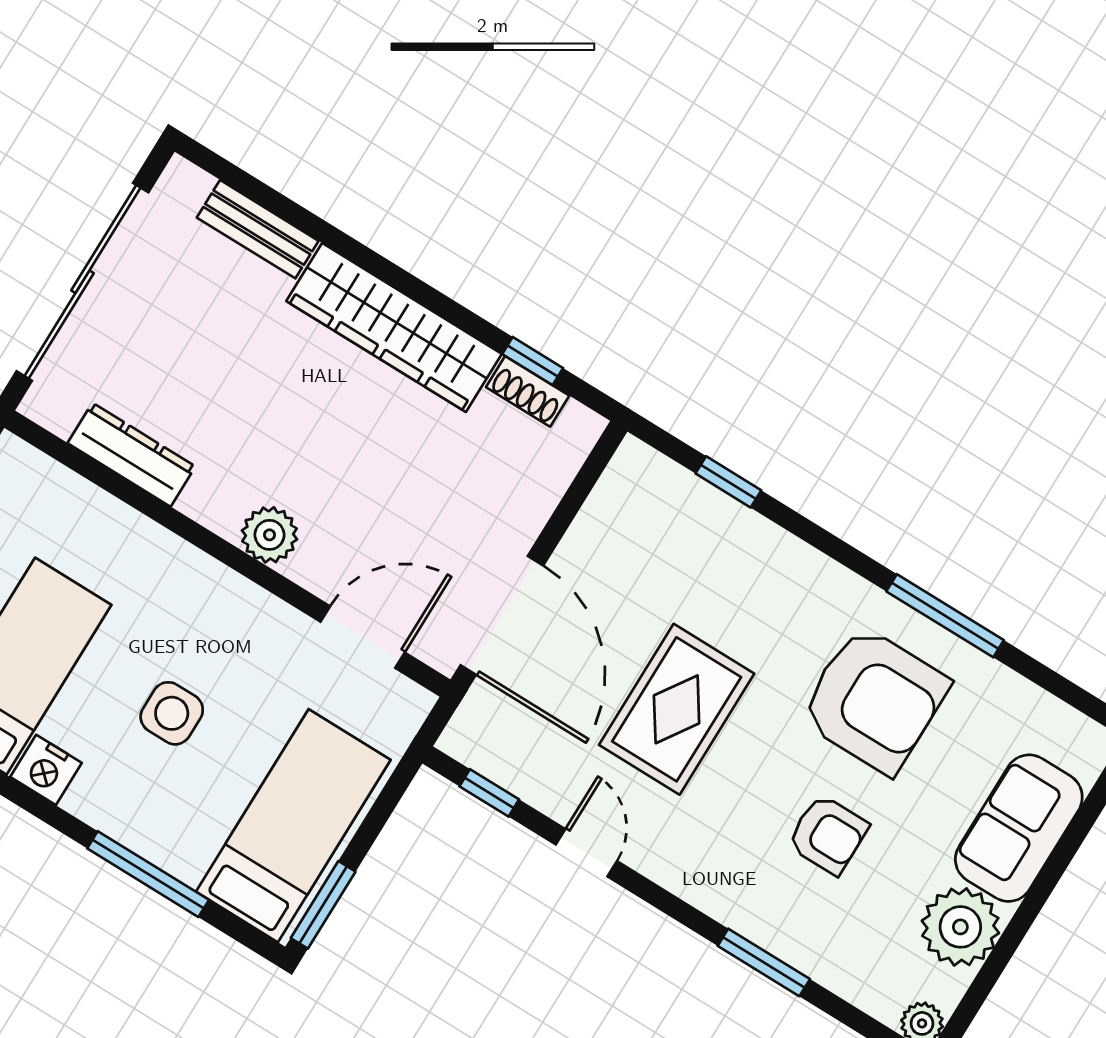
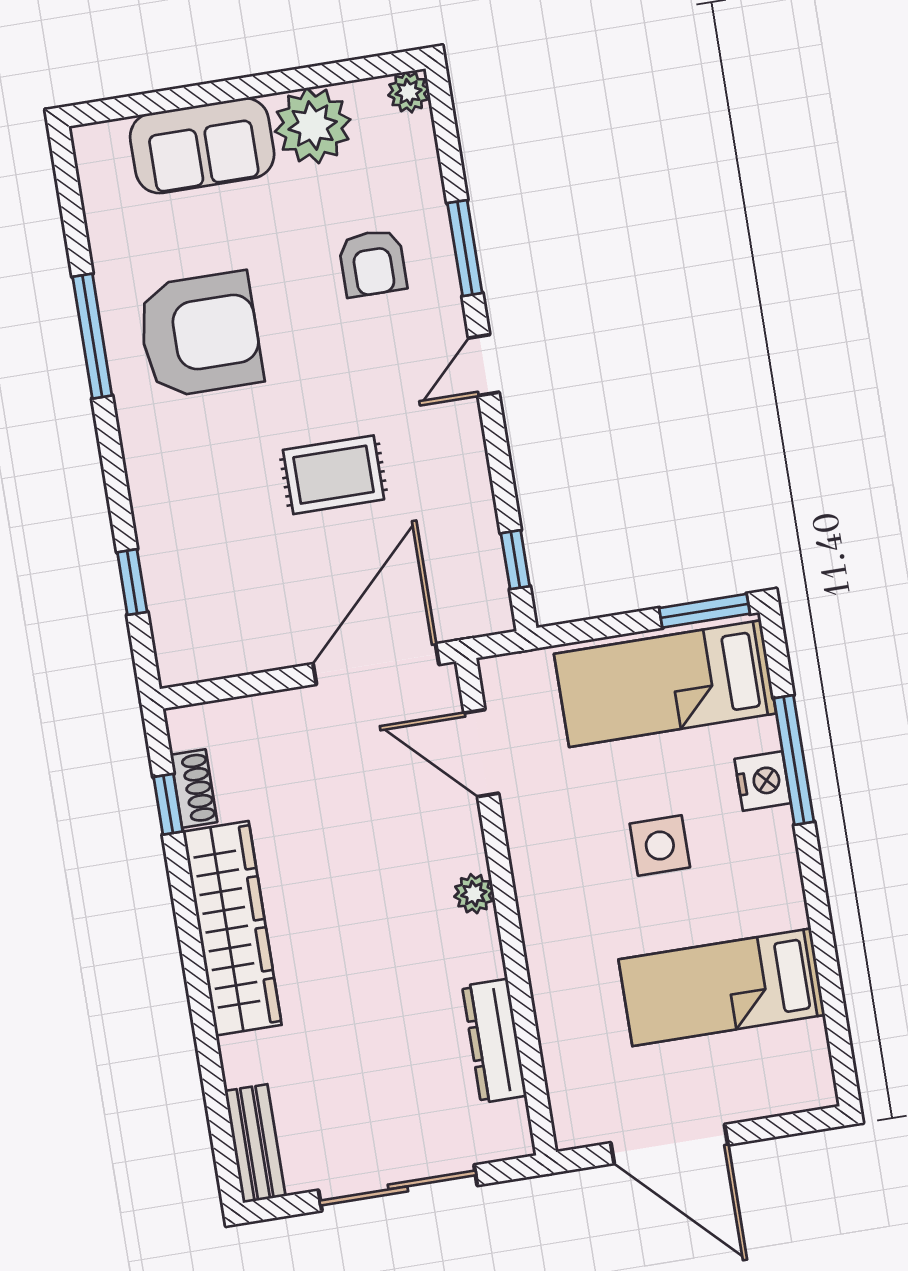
bench: (258, 229) -> (255, 1144), moved
sliding door: (82, 282) -> (398, 1188), width x0.73
plant: (269, 535) -> (474, 894), width x0.73, depth x0.73
armchair: (874, 700) -> (200, 335), turned 90
rug: (677, 709) -> (333, 475), width x0.73, depth x0.70
nightstand: (46, 770) -> (763, 781), moved
armchair: (828, 835) -> (373, 263), moved, turned 180
door: (586, 853) -> (484, 365), moved

